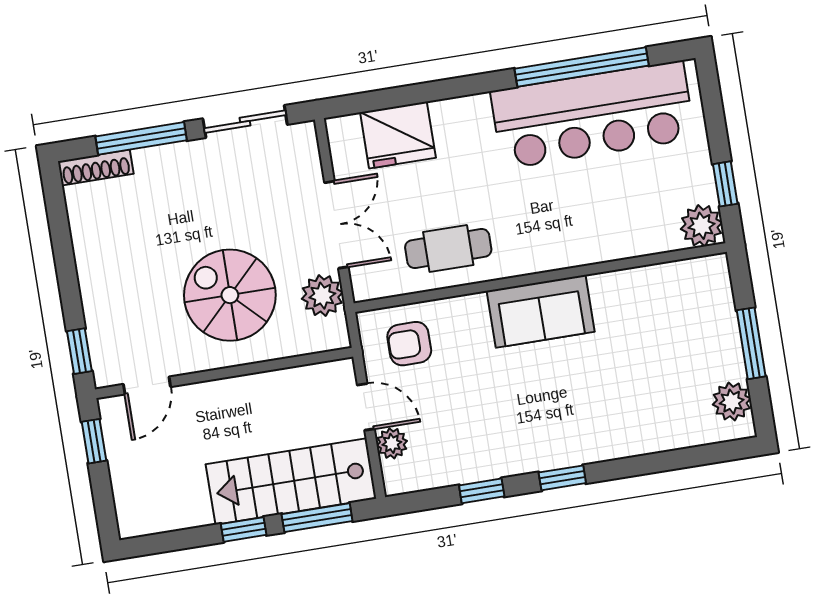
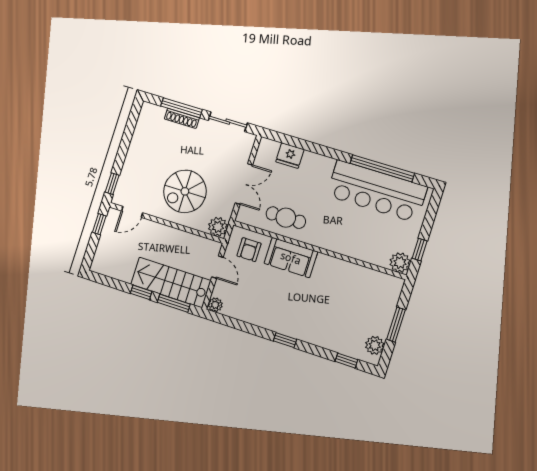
fridge: (398, 135) -> (290, 156), width x0.73, depth x0.75
shoe rack: (96, 168) -> (182, 118), moved
spiral stairs: (230, 295) -> (185, 191), turned -90
plant: (322, 296) -> (218, 227), moved
sofa: (541, 311) -> (291, 258), moved
armchair: (409, 344) -> (249, 250), turned -90
plant: (392, 443) -> (215, 305), moved
window: (482, 491) -> (346, 361), moved

